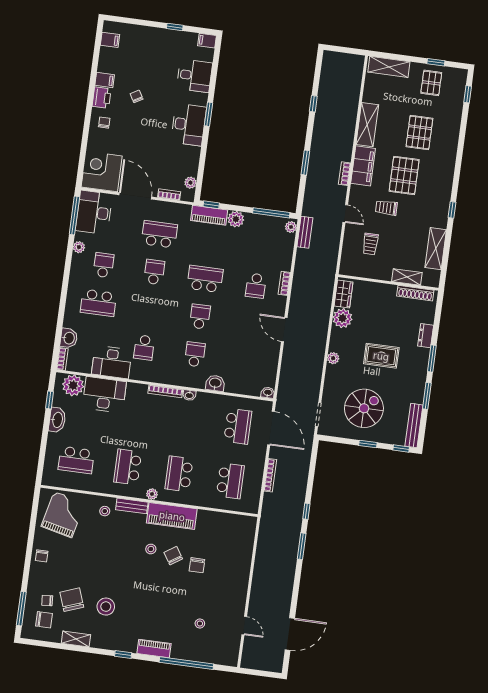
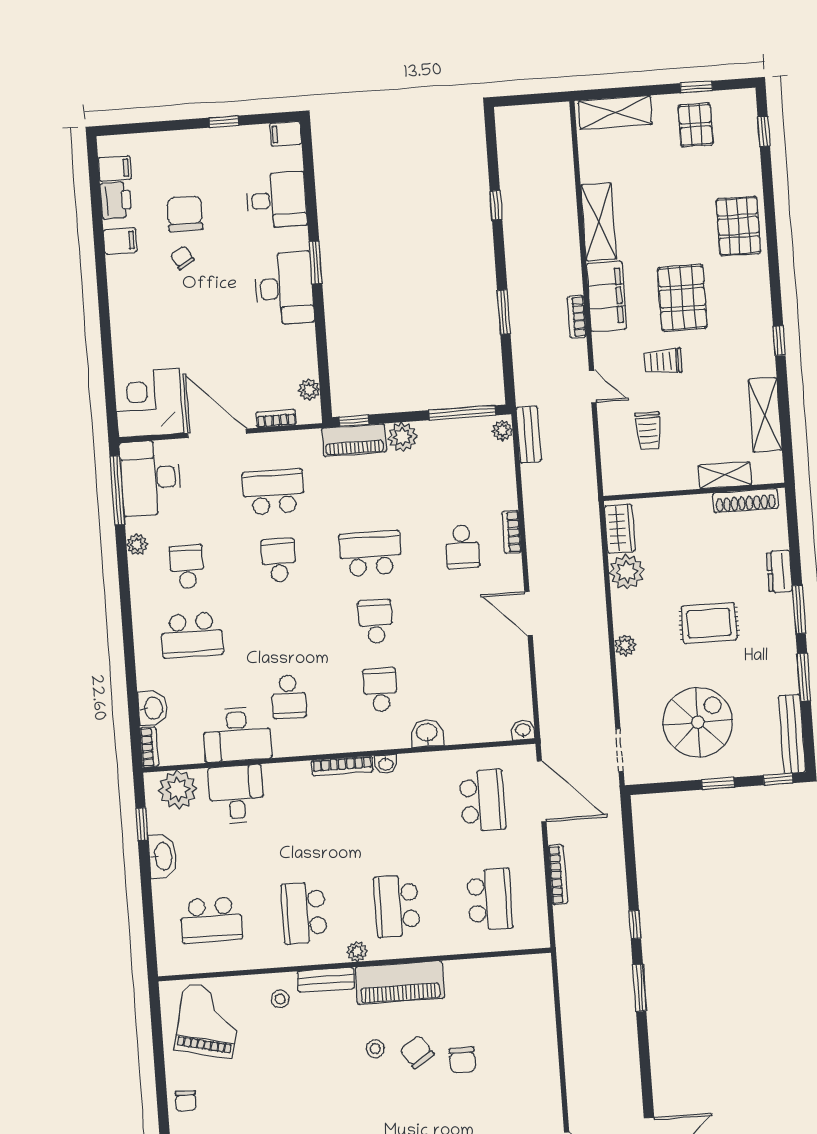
printer: (102, 98) -> (116, 200), moved
chair: (104, 123) -> (185, 214), moved, width x1.87, depth x1.87
pallet: (419, 132) -> (738, 226), moved
desk: (104, 395) -> (236, 794), width x0.73

